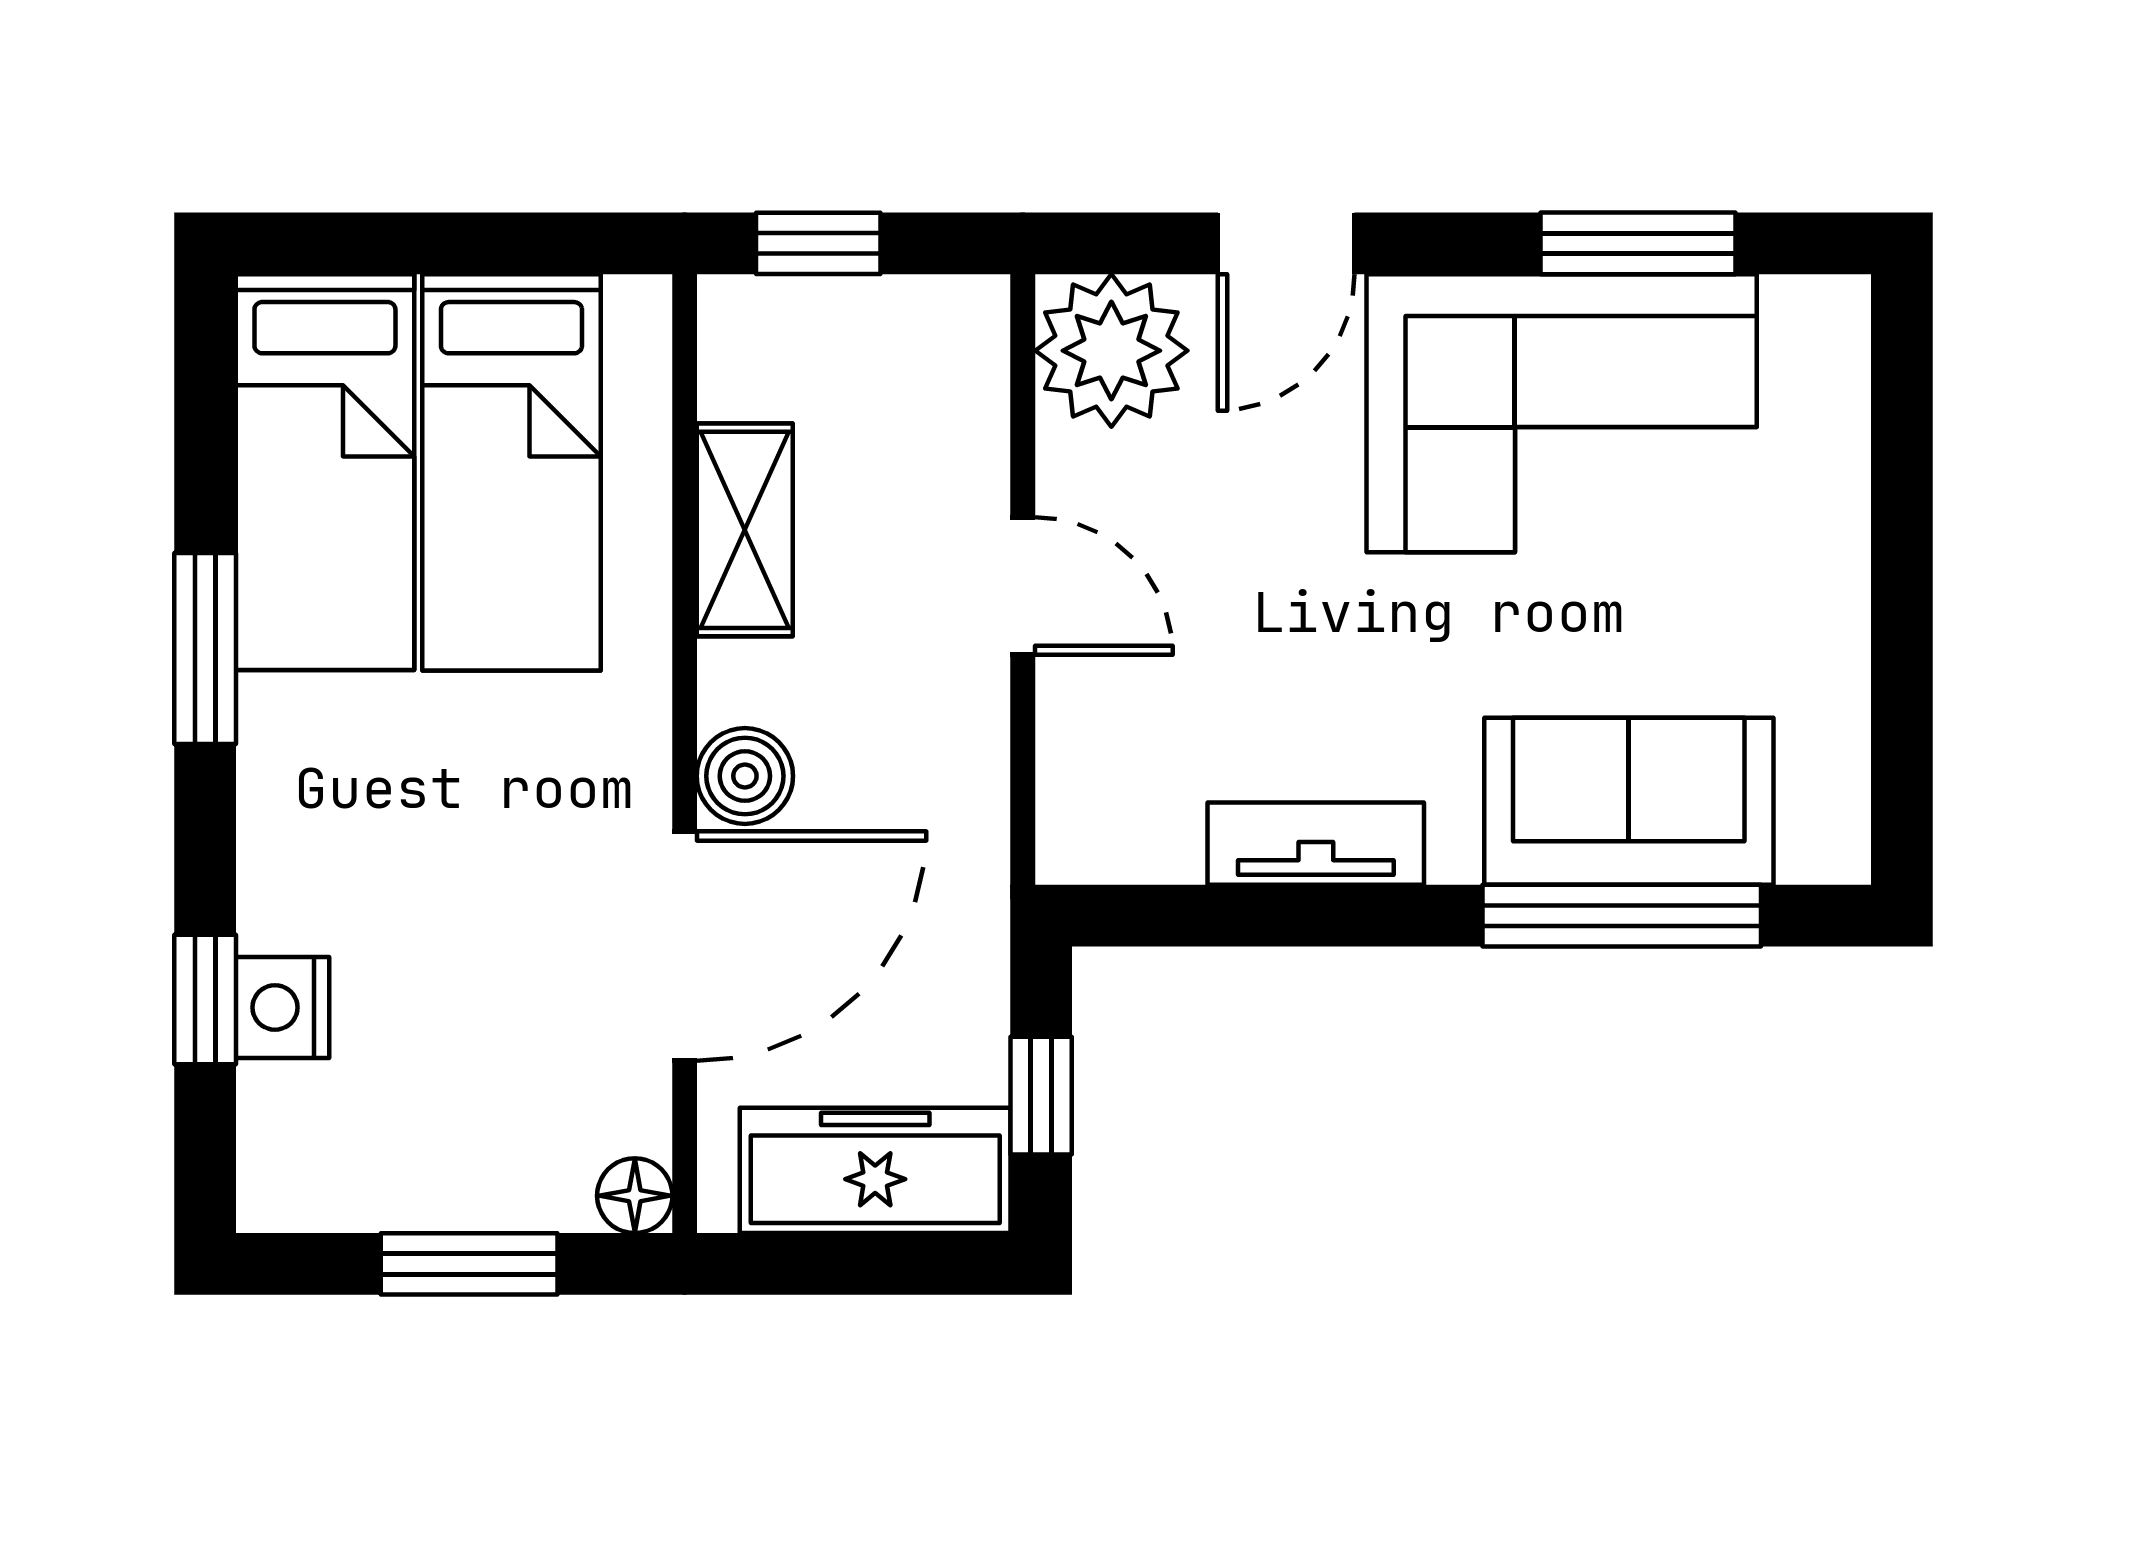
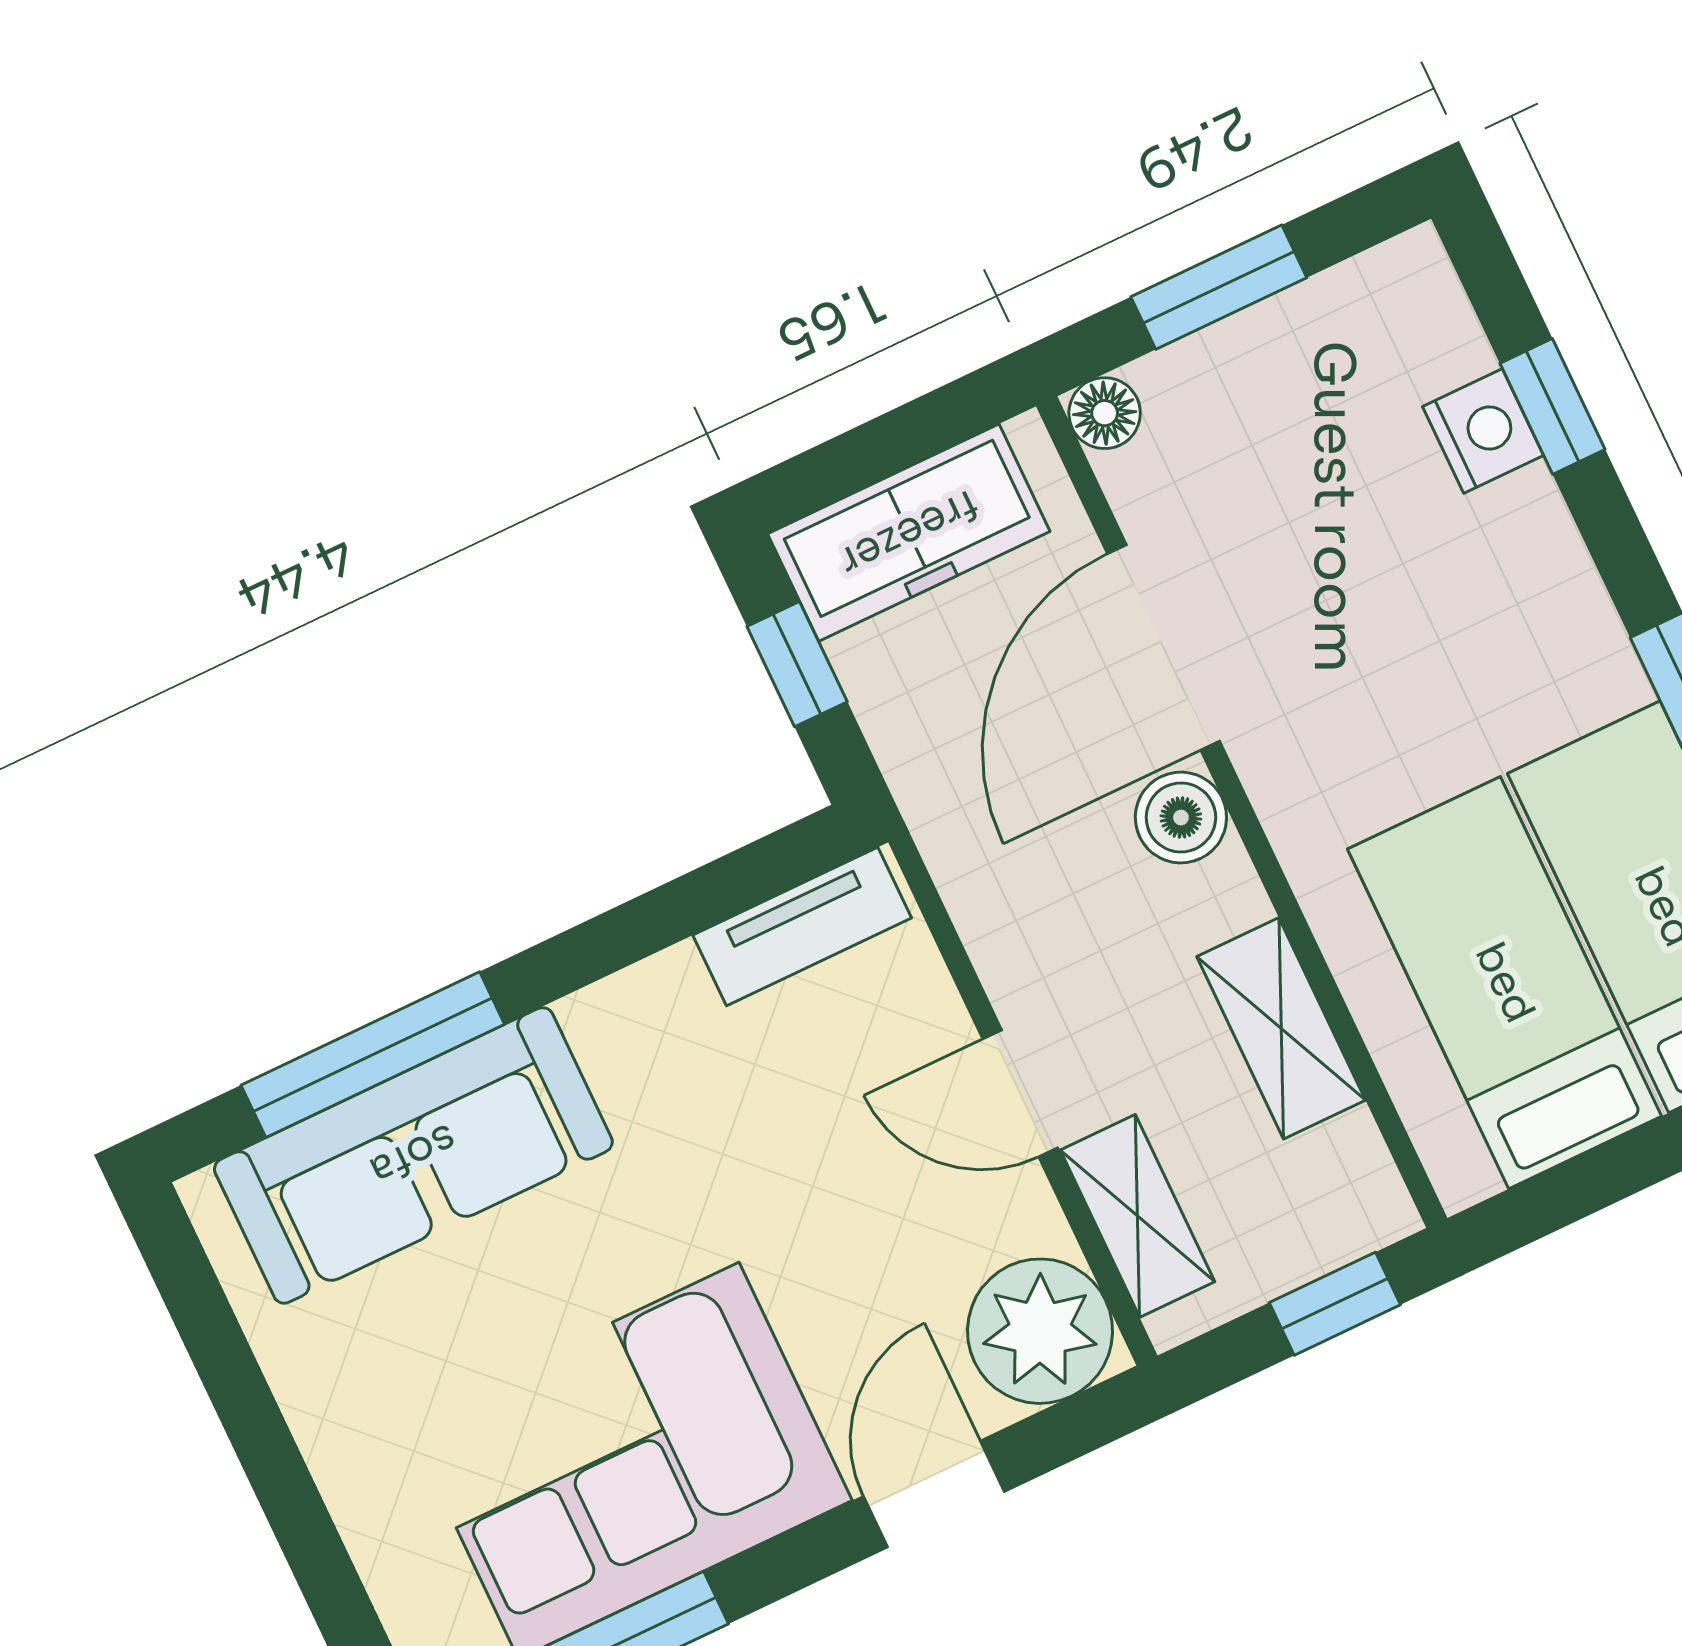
shelving: (966, 416) -> (1137, 1216), added
sofa: (1629, 801) -> (413, 1155), width x1.36
tv unit: (1316, 844) -> (802, 926), moved

